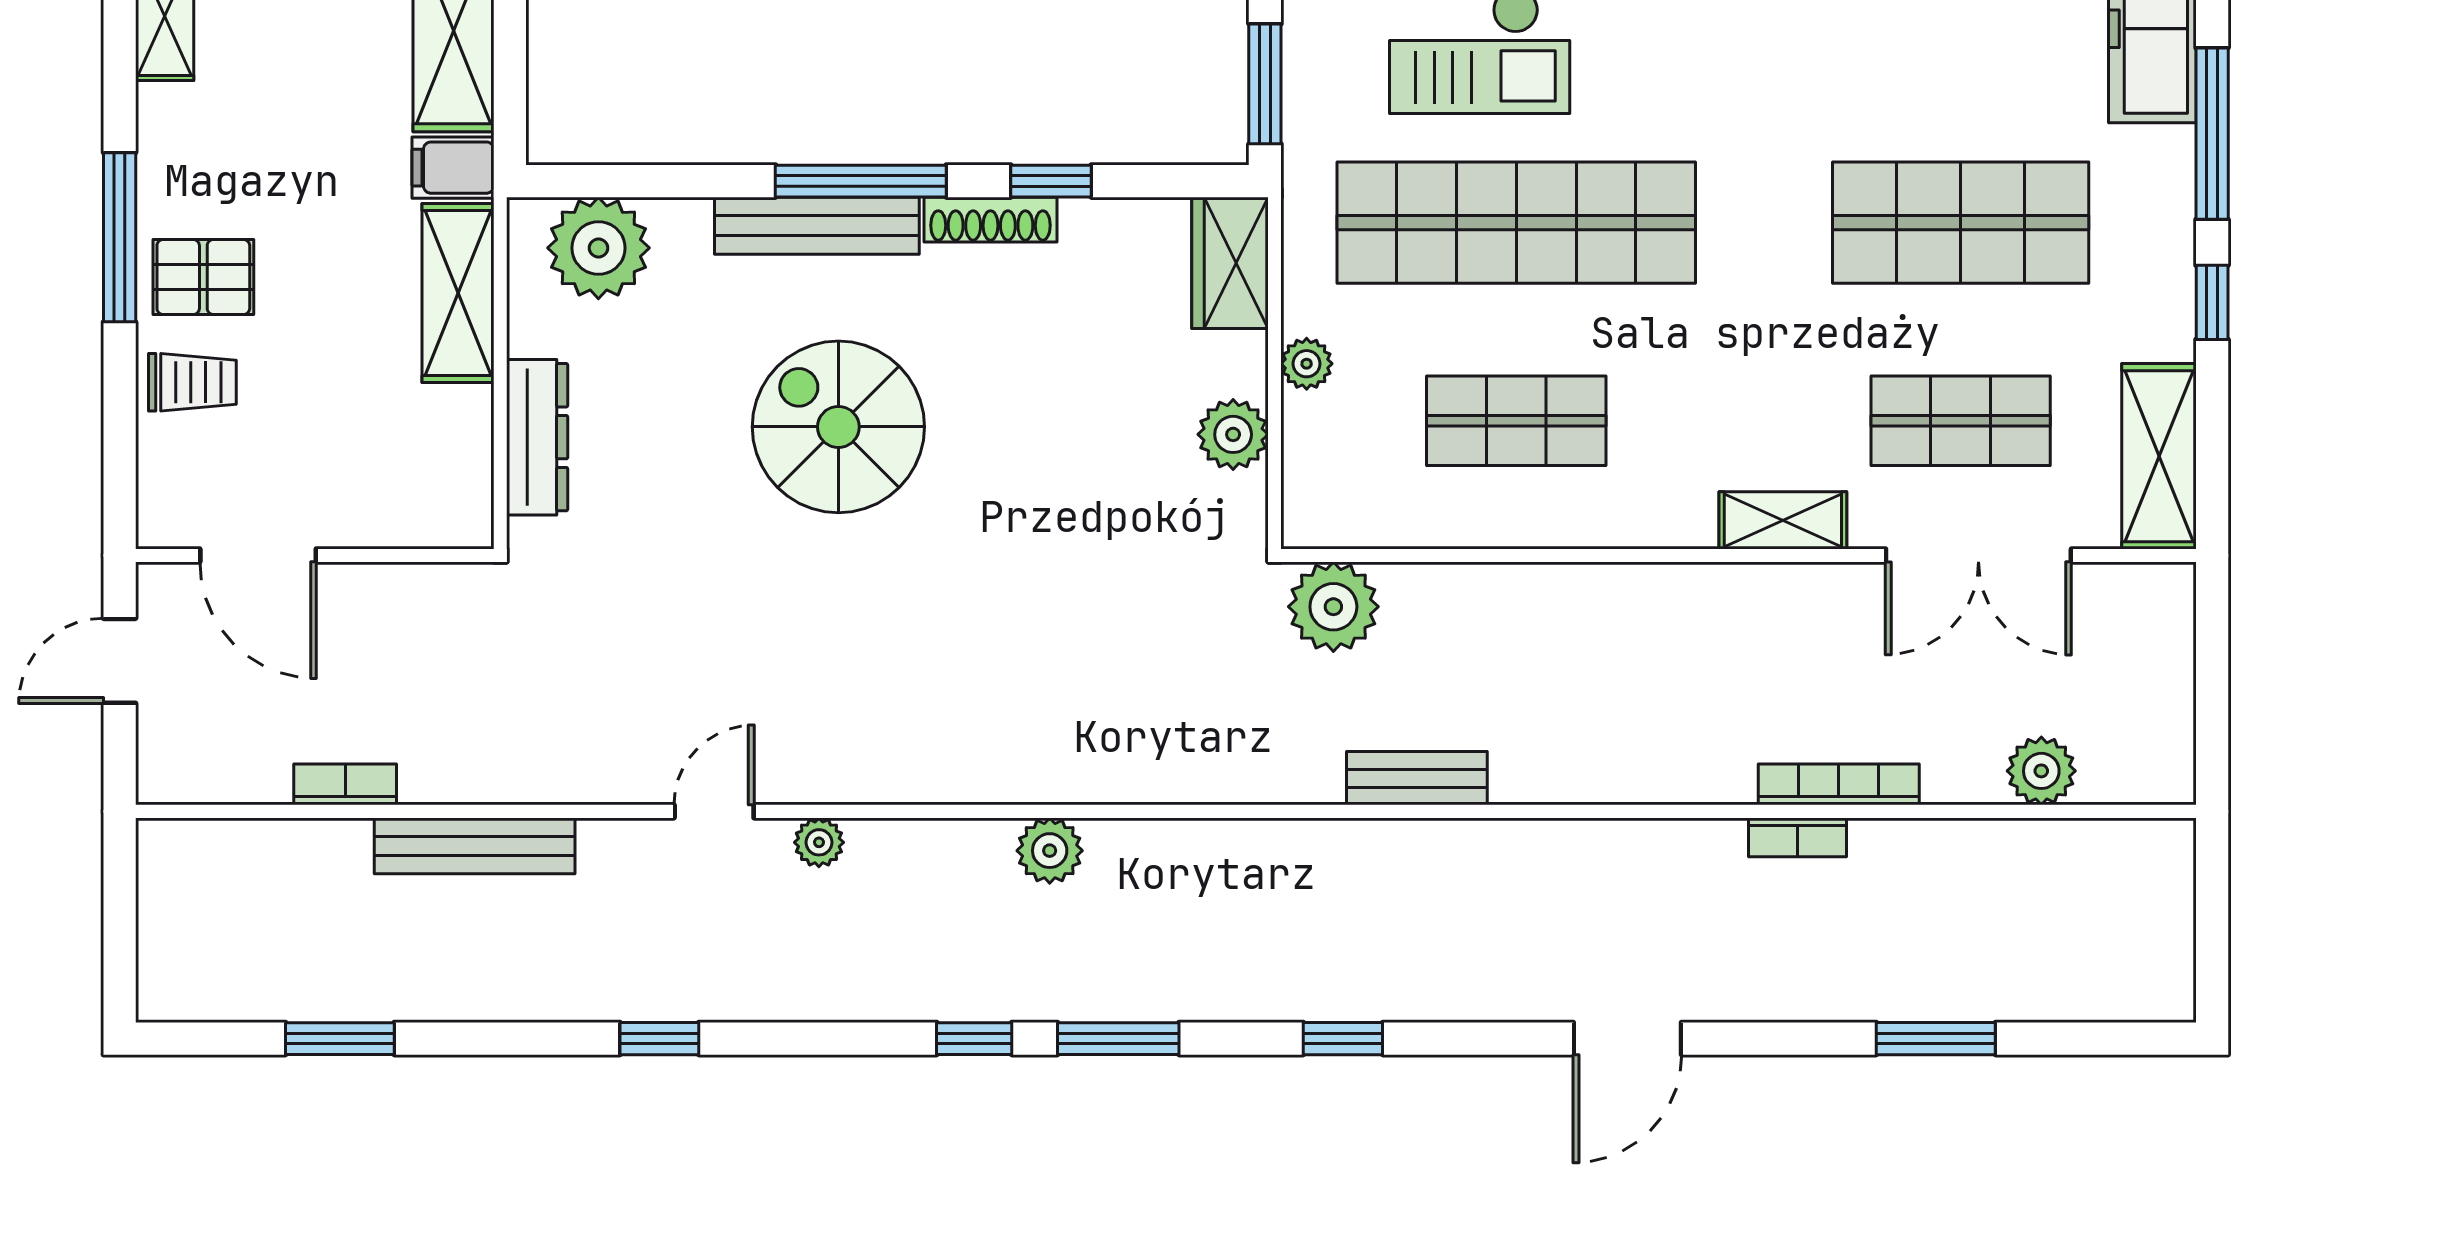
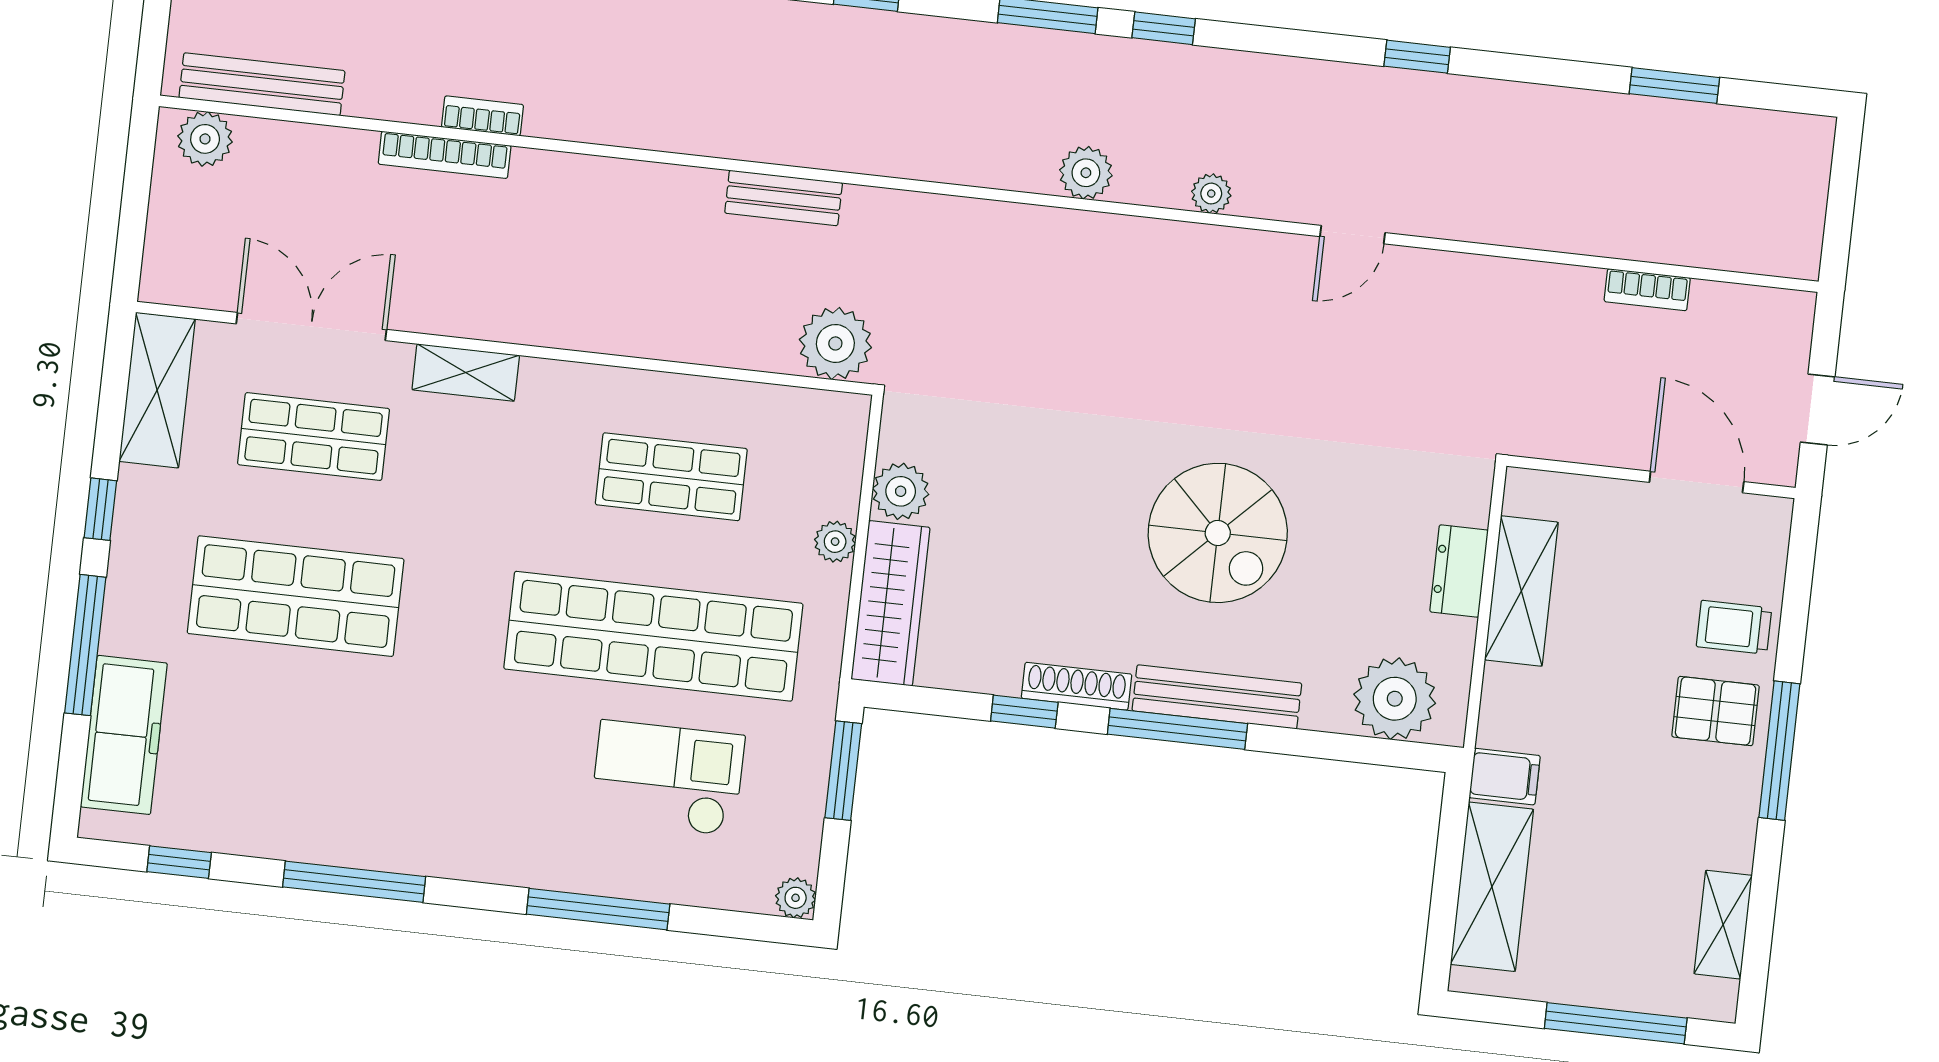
wardrobe: (1230, 263) -> (891, 603), width x1.50
shelving: (458, 293) -> (1521, 591), moved
dresser: (537, 437) -> (1459, 571), width x0.70
plant: (2041, 771) -> (205, 139), moved
plant: (819, 842) -> (1211, 194), moved
bench: (475, 846) -> (262, 84), moved

